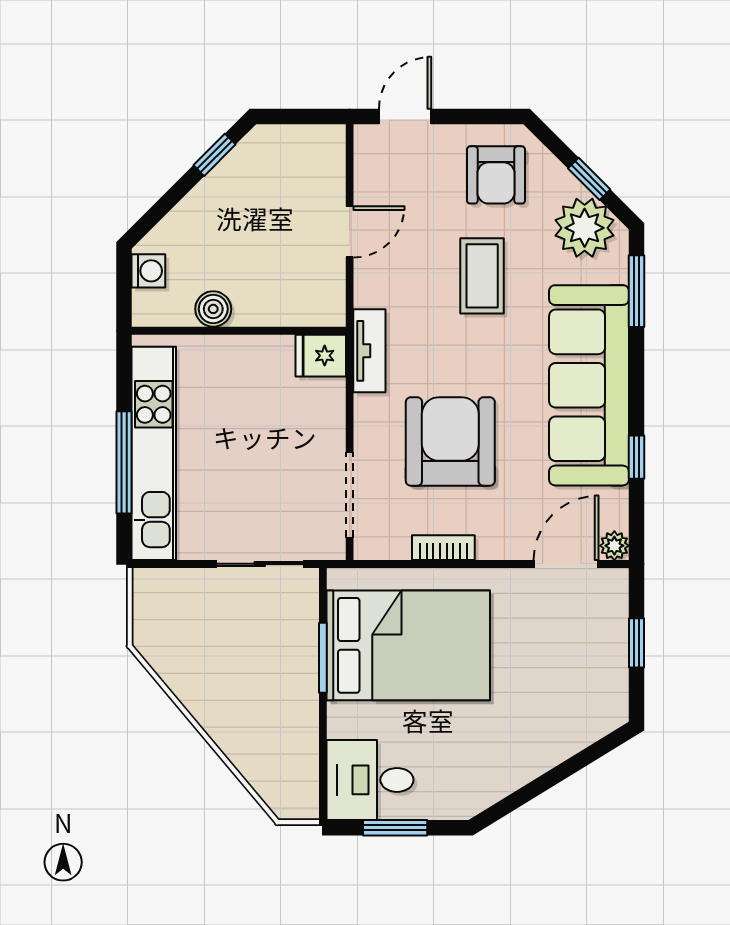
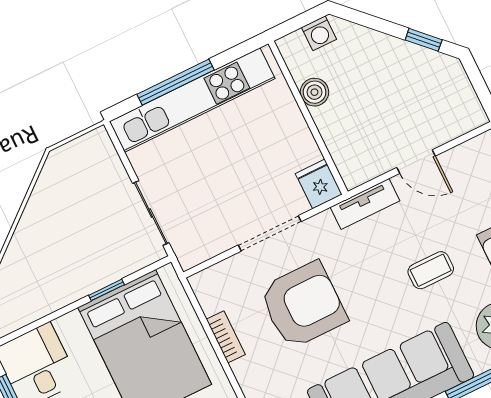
coffee table: (482, 276) -> (431, 270), width x0.73, depth x0.77
tv unit: (369, 351) -> (365, 204), moved
doorway: (350, 495) -> (270, 233), moved
window: (323, 658) -> (107, 290), width x0.67

